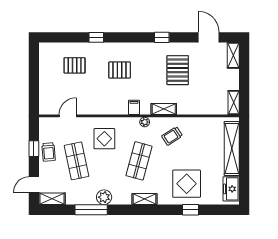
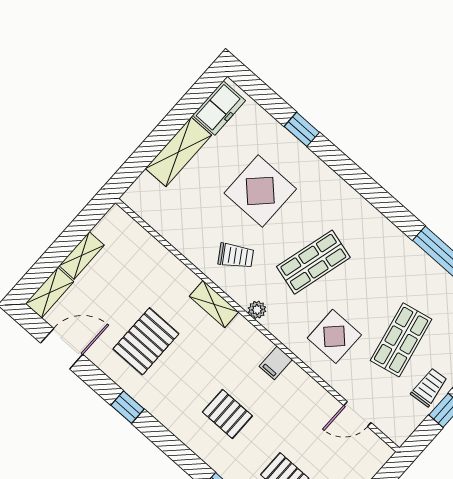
door: (209, 37) -> (62, 349), swing flipped
shelving: (234, 103) -> (82, 255), moved
filing cabinet: (134, 107) -> (276, 363), moved
shelving: (232, 148) -> (178, 152), width x0.68
display table: (187, 184) -> (260, 191), moved
plant: (104, 197) -> (408, 255), removed
shelving: (144, 199) -> (353, 202), removed

